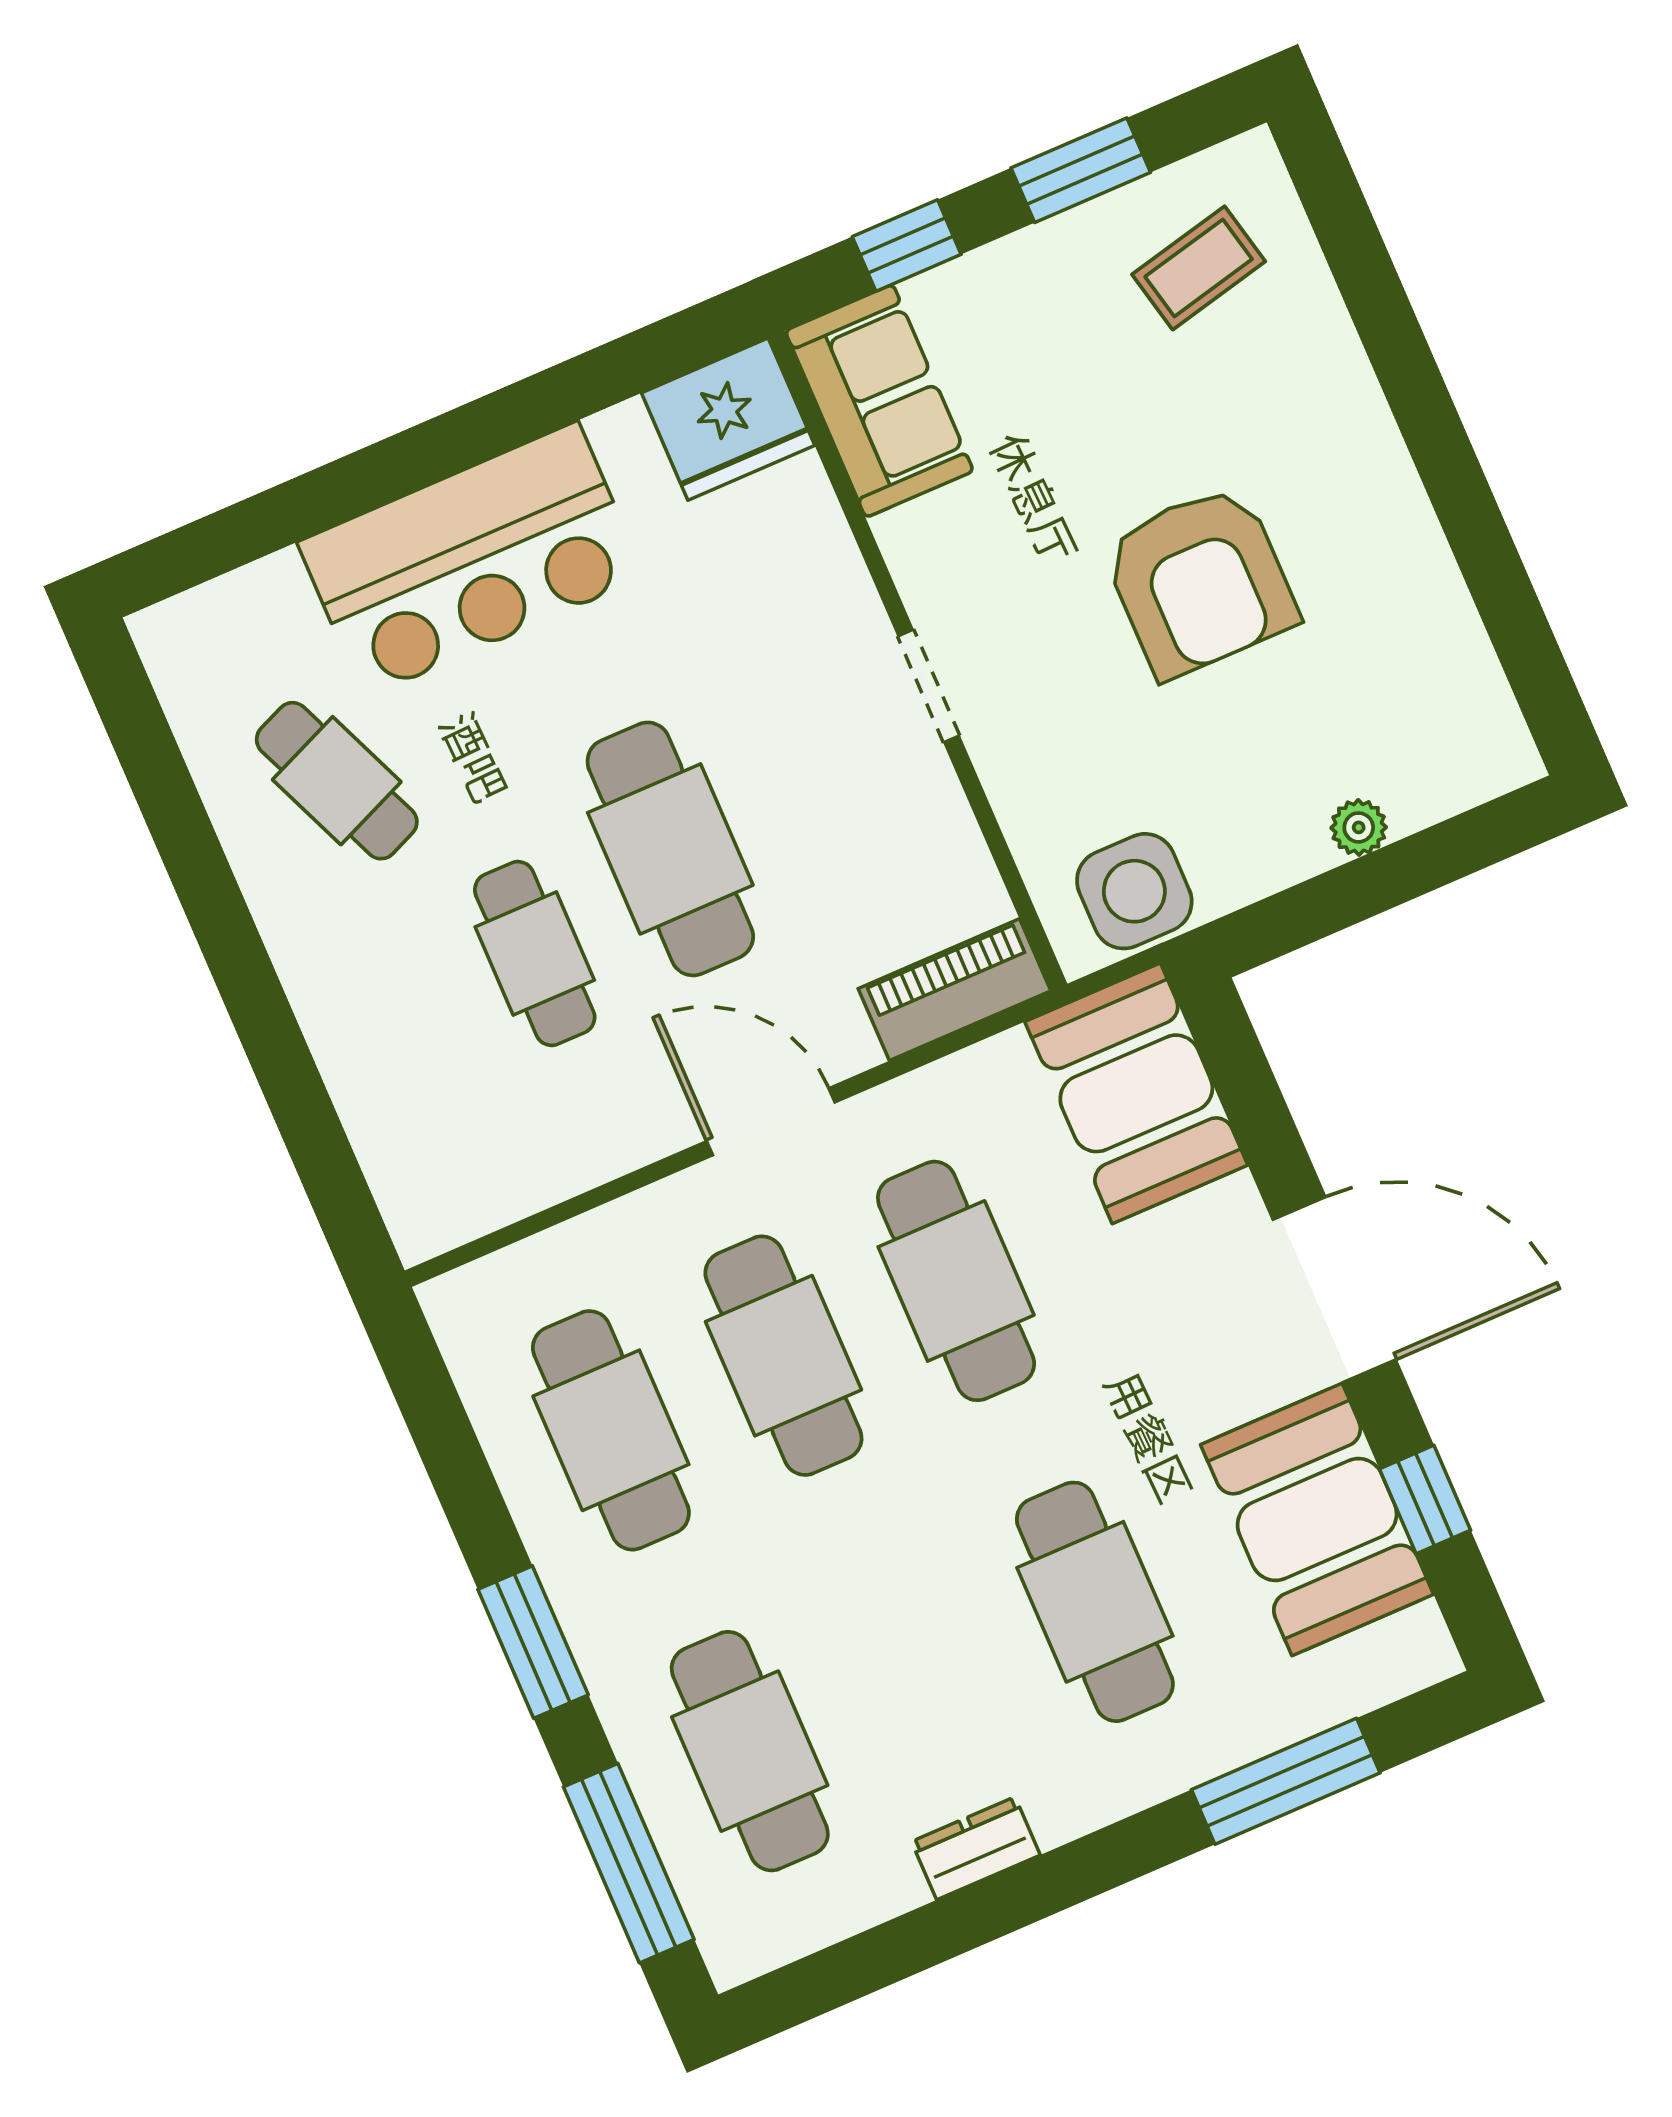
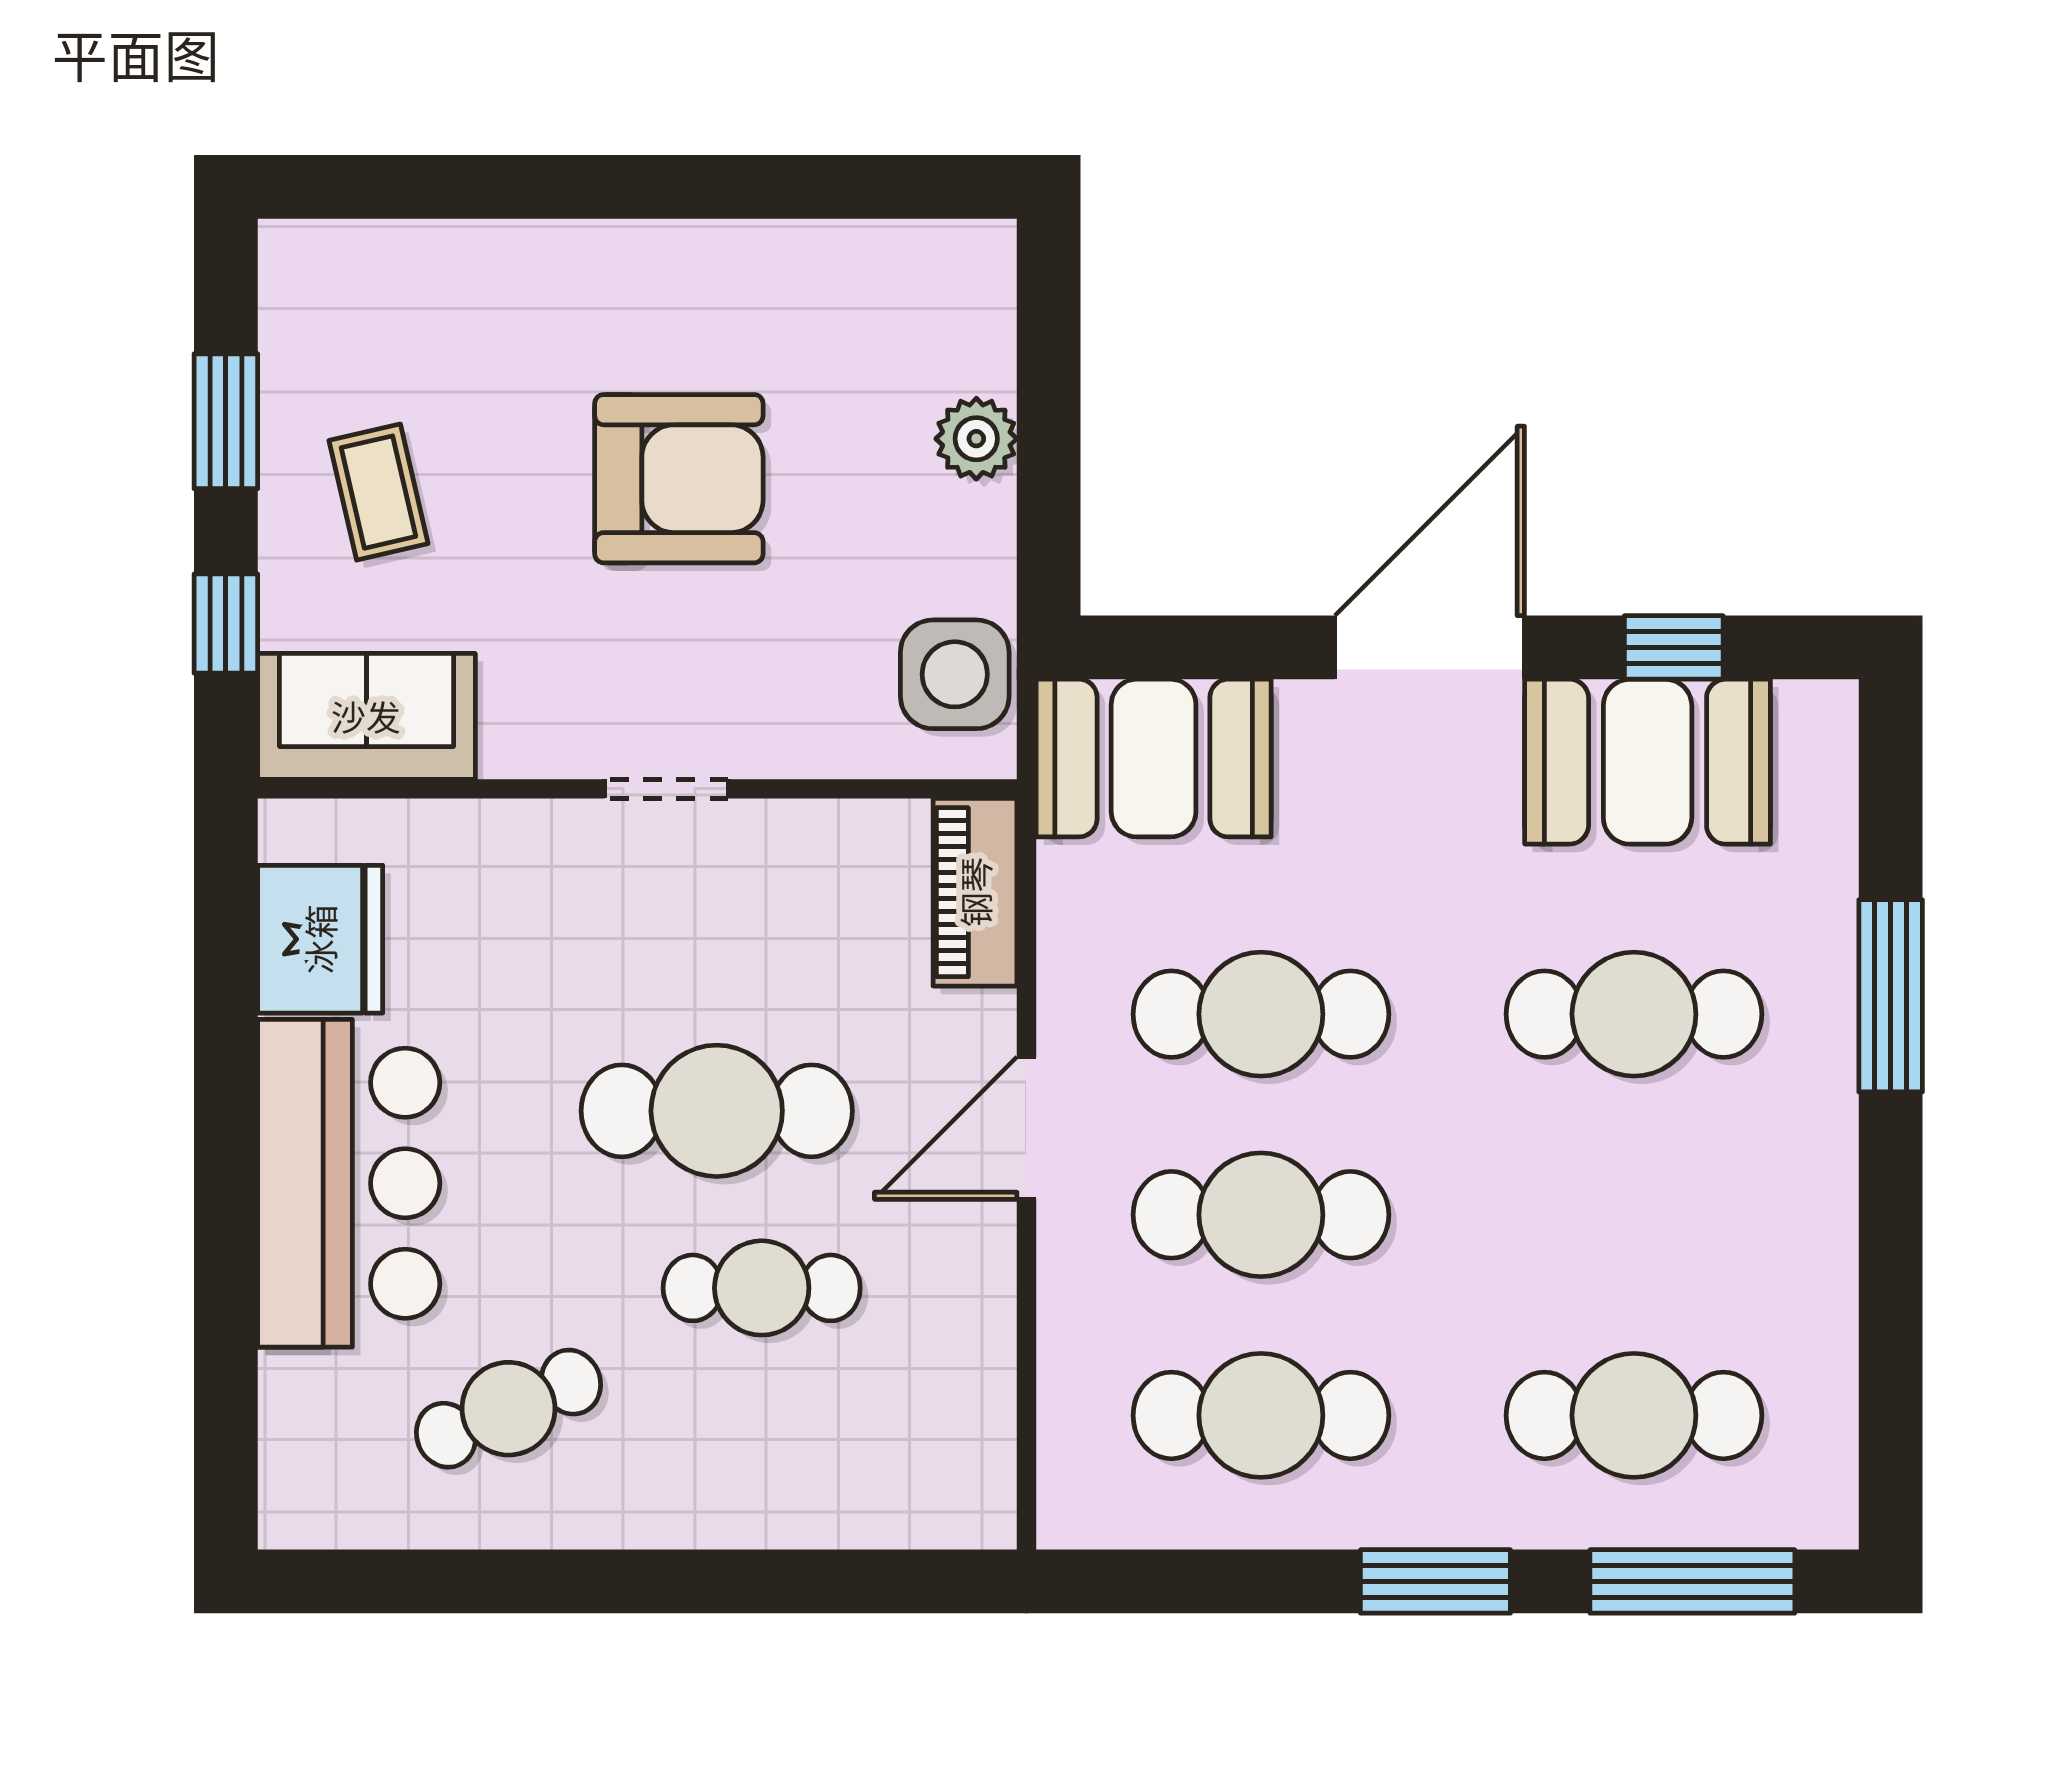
coffee table: (1199, 268) -> (378, 492), moved
fridge: (728, 419) -> (320, 939), moved
plant: (1359, 827) -> (976, 439), width x1.38, depth x1.38
window: (1286, 1781) -> (1891, 996), moved
dresser: (976, 1848) -> (1825, 1235), removed

